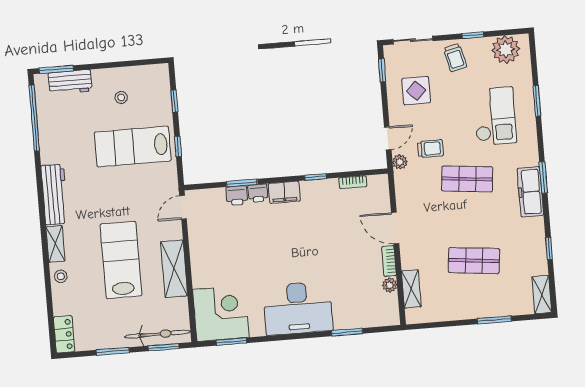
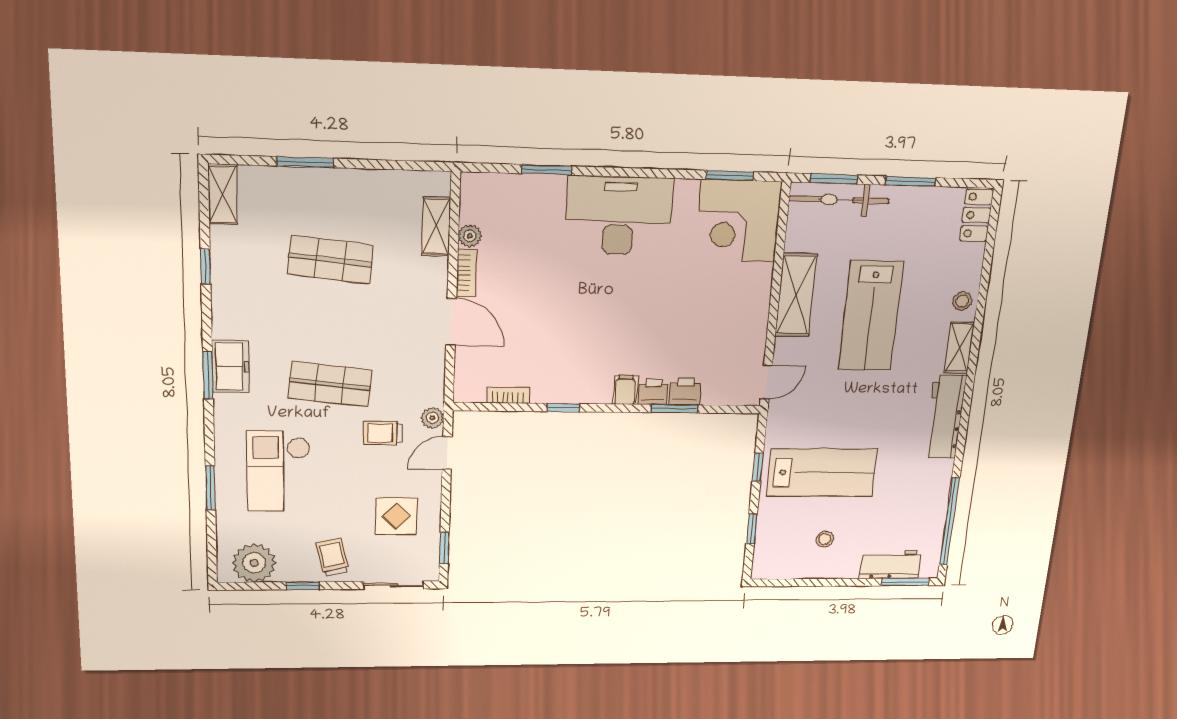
filing cabinet: (284, 192) -> (625, 390), width x0.50
freezer: (530, 192) -> (231, 366), width x0.71

